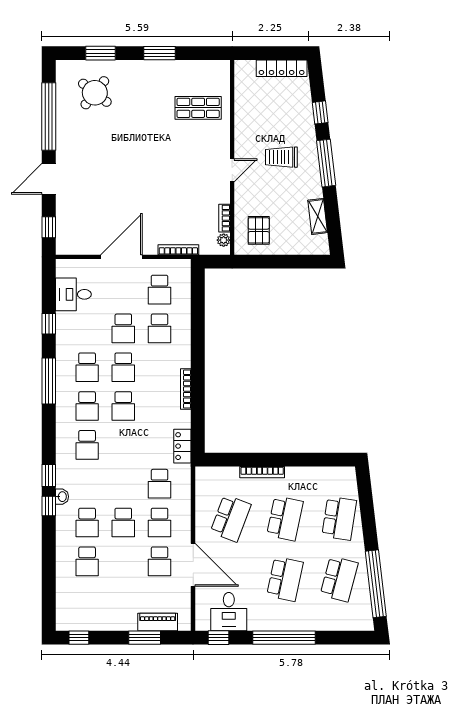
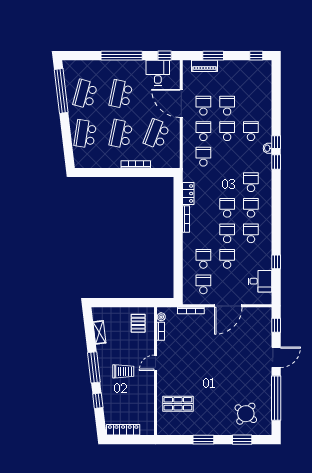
window: (49, 381) -> (276, 224), removed
locker: (182, 446) -> (188, 193), moved
school desk: (87, 561) -> (227, 106), moved

